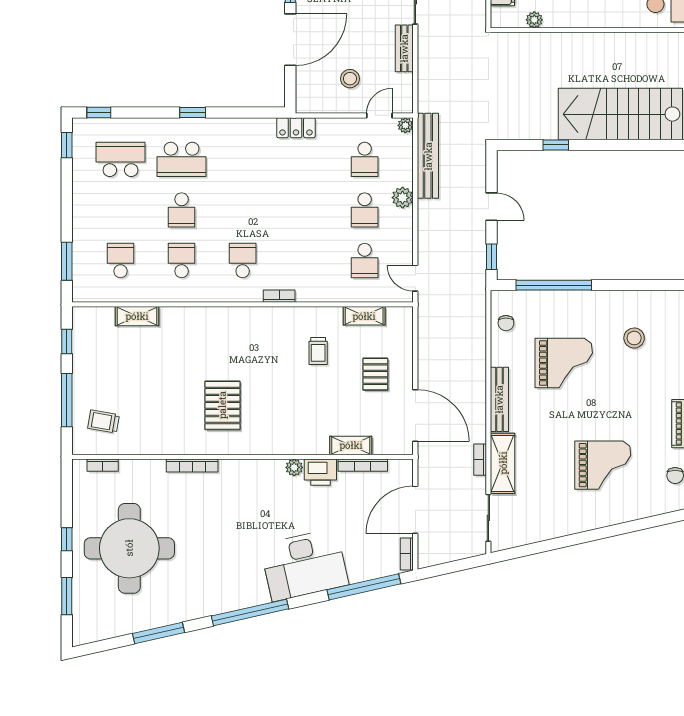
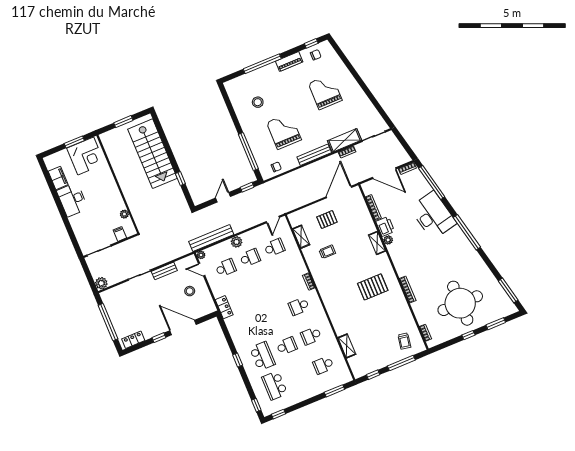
shelving: (351, 445) -> (377, 243), moved
window: (158, 633) -> (508, 290), moved

